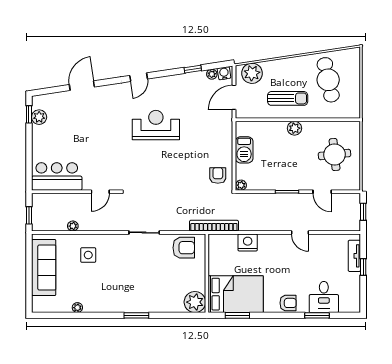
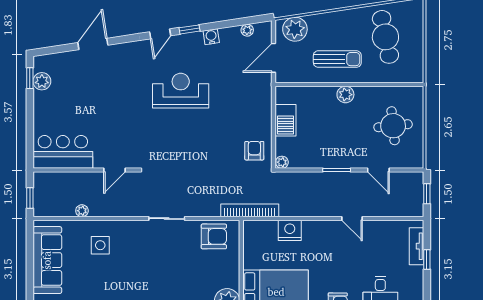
window: (193, 69) -> (189, 29), moved
water cooler: (224, 73) -> (211, 37), moved

